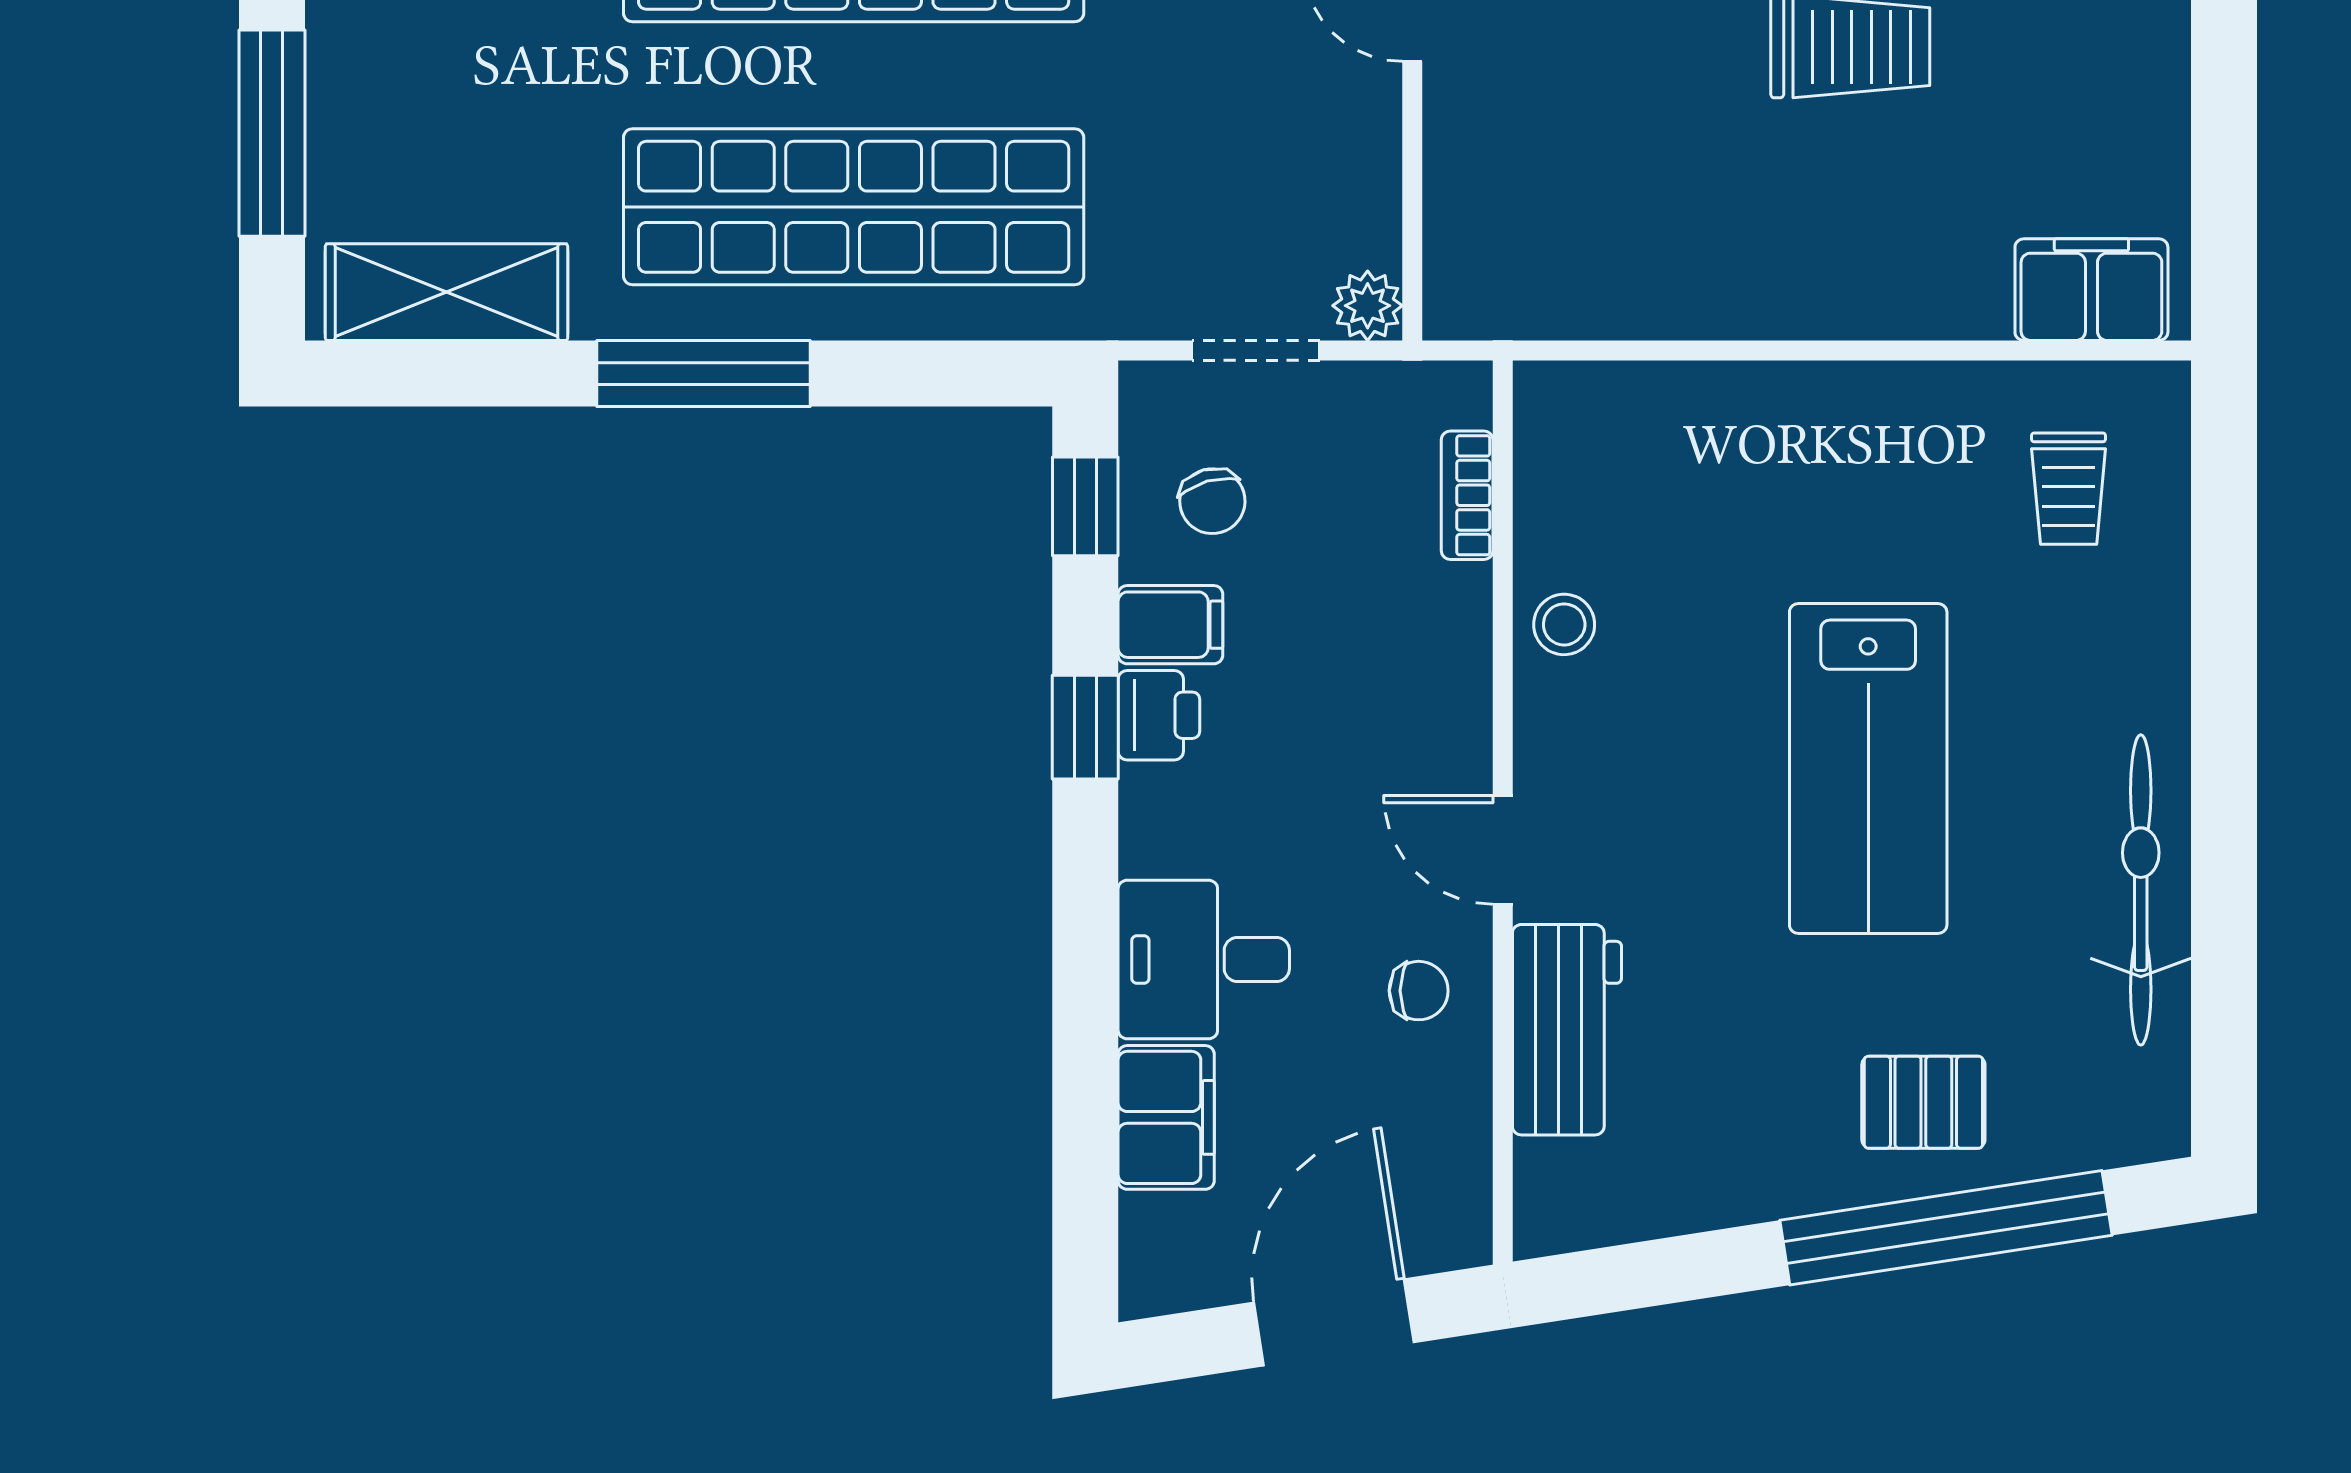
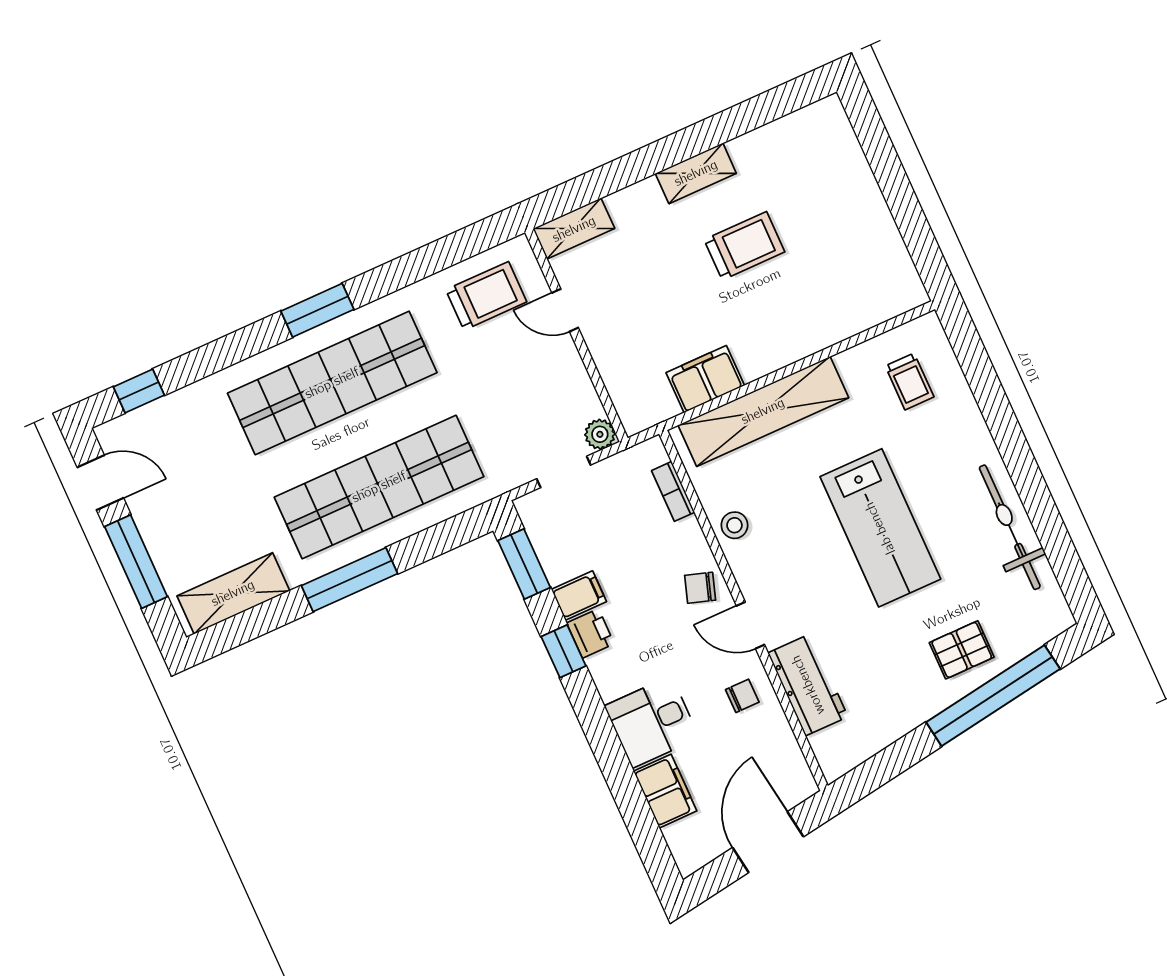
filing cabinet: (2091, 290) -> (705, 379), moved
shelving: (1733, 413) -> (763, 411), added
chair: (1212, 501) -> (700, 588), moved, turned 124
window: (1085, 506) -> (524, 564), width x1.50

